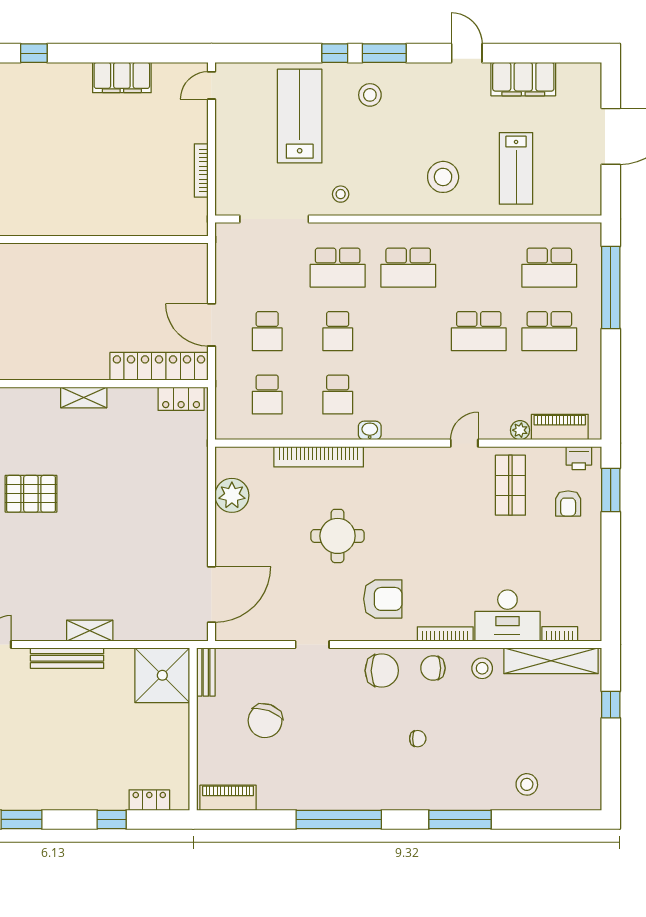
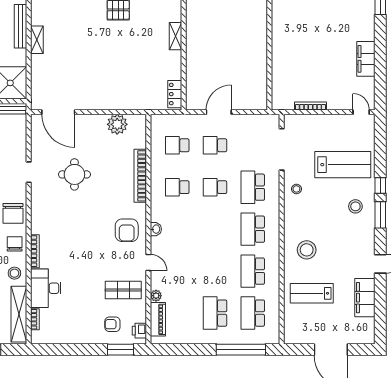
school desk: (479, 331) -> (253, 271), moved
locker: (159, 366) -> (194, 81), removed
washbasin: (370, 430) -> (156, 229), moved
round table: (338, 536) -> (74, 174), moved
armchair: (383, 599) -> (127, 230), moved

